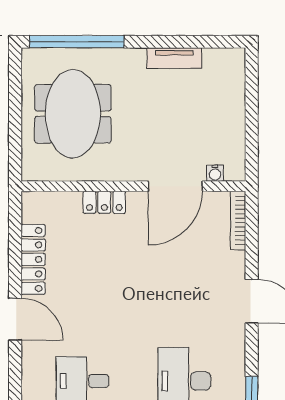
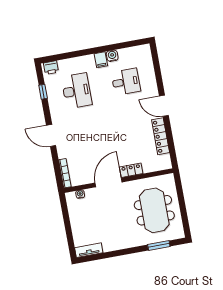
window: (77, 42) -> (159, 245), width x0.47
tv unit: (174, 58) -> (89, 250), moved
door: (175, 186) -> (109, 182), moved

